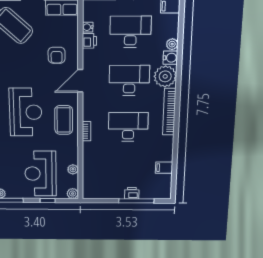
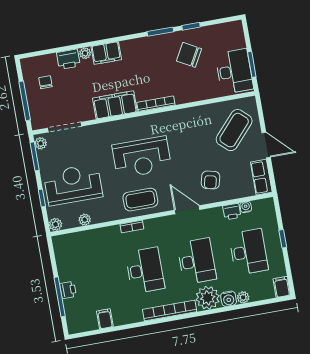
armchair: (57, 55) -> (210, 180), turned -77

